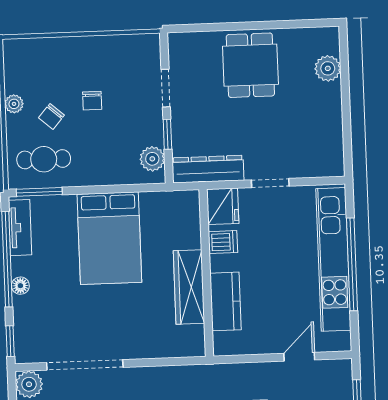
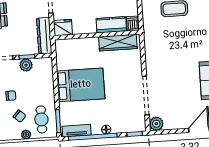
plant: (14, 104) -> (26, 135), moved
plant: (152, 159) -> (26, 65), moved
dishwasher: (223, 242) -> (133, 24), moved
wardrobe: (189, 287) -> (118, 43), moved

